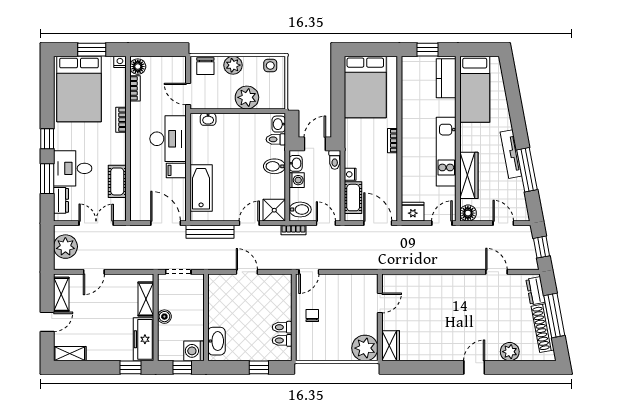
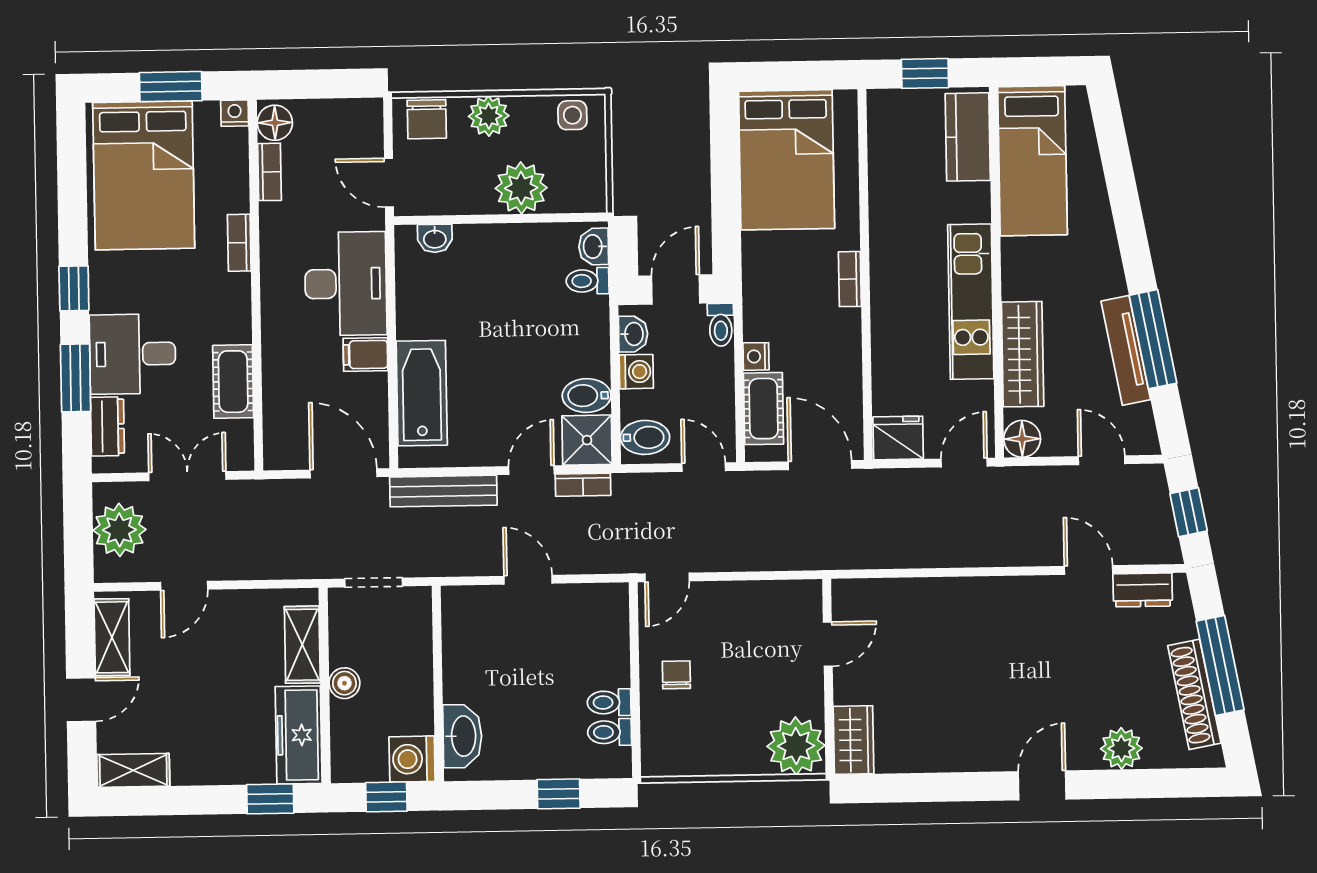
tv unit: (511, 154) -> (1126, 350), moved
bidet: (274, 166) -> (587, 396), moved
bookcase: (293, 230) -> (583, 485), moved
dresser: (536, 291) -> (1143, 590), moved, turned -79

